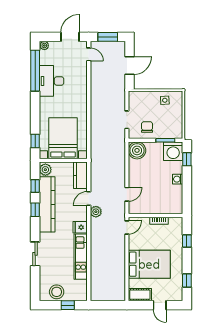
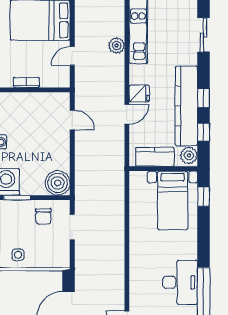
bed with nightstands: (63, 138) -> (173, 200), width x0.73
kitchen counter: (80, 175) -> (155, 157), moved, turned -90
door: (127, 194) -> (72, 120), swing flipped
plant: (96, 212) -> (117, 45), moved
fridge: (80, 227) -> (139, 93), moved
door: (127, 227) -> (72, 56), moved

